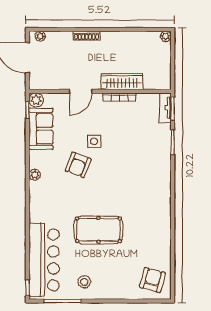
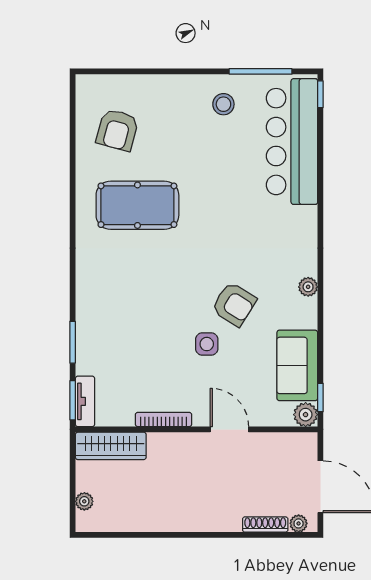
shoe rack: (87, 36) -> (265, 525), moved
plant: (166, 36) -> (84, 501), moved
wardrobe: (122, 82) -> (111, 446), moved
door: (81, 91) -> (229, 429), hinge flipped
armchair: (78, 165) -> (234, 304), turned 101
pool table: (98, 230) -> (137, 205), moved
armchair: (152, 280) -> (117, 130), moved

